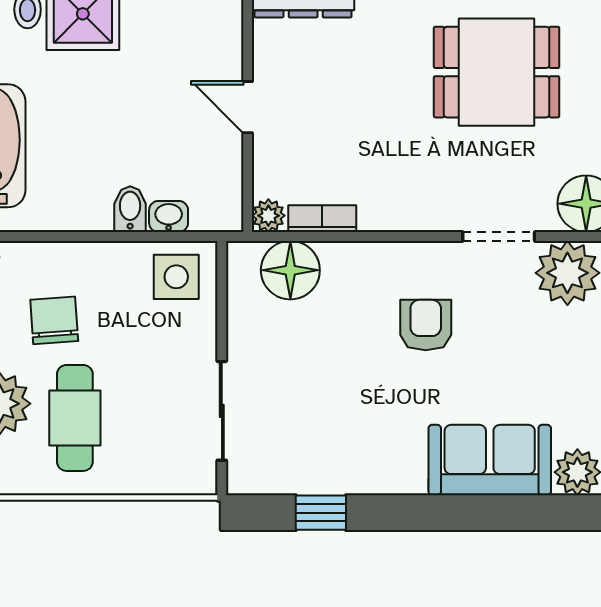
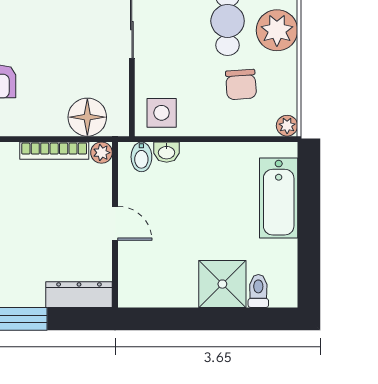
bidet: (130, 209) -> (141, 157), moved
bookcase: (322, 219) -> (54, 151), width x1.56

